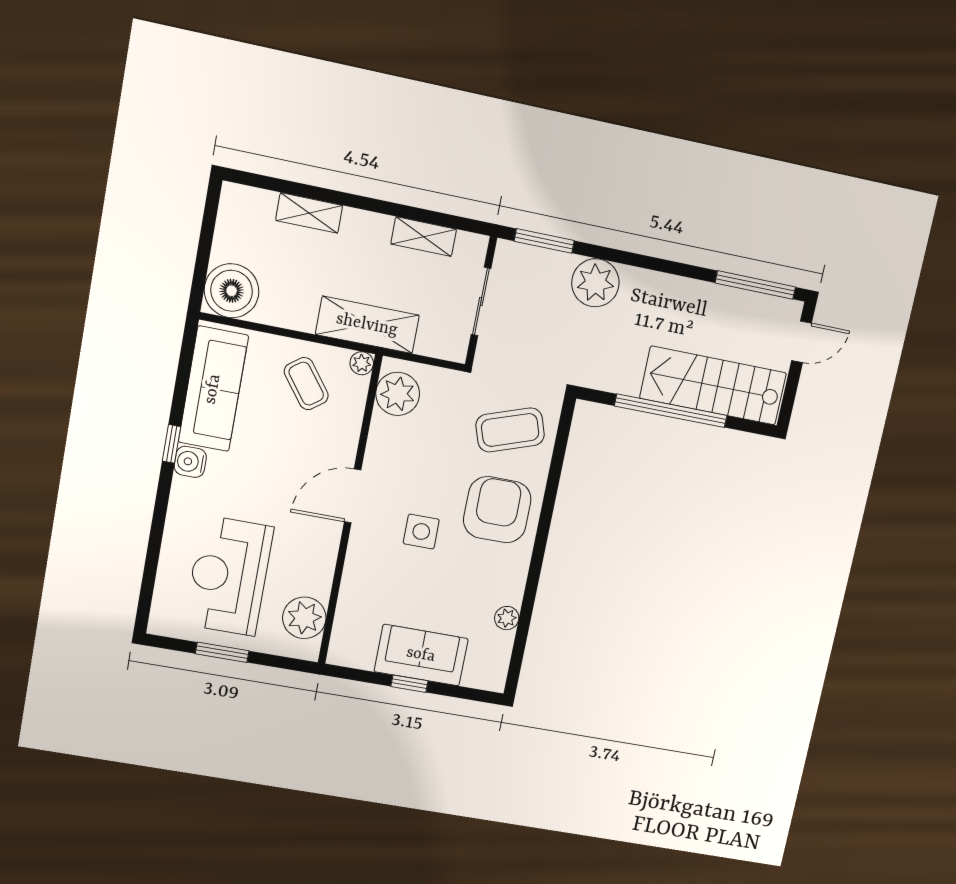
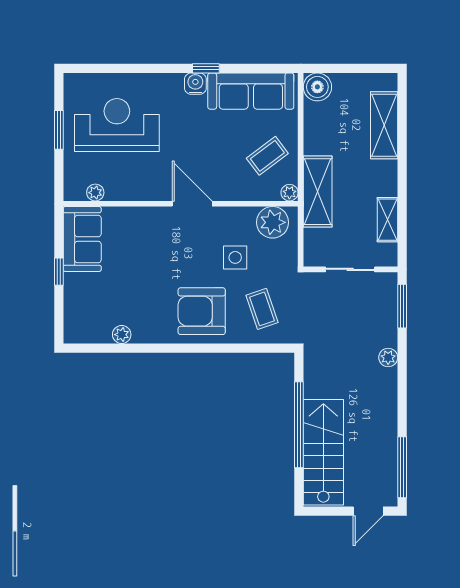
shelving: (309, 213) -> (384, 125), width x1.50, depth x1.33
plant: (595, 283) -> (388, 358), width x0.53, depth x0.53
boiler: (232, 291) -> (317, 87), width x0.73, depth x0.73
door: (801, 342) -> (368, 511), hinge flipped
coffee table: (510, 430) -> (262, 309), width x0.73, depth x0.77
armchair: (497, 510) -> (202, 311), turned 180
side table: (421, 532) -> (235, 257), moved
plant: (304, 618) -> (95, 193), width x0.53, depth x0.53
sofa: (421, 655) -> (82, 239), moved

